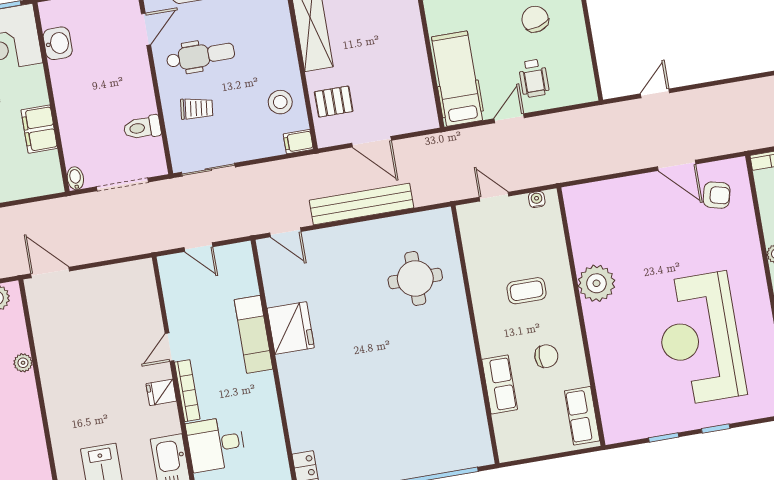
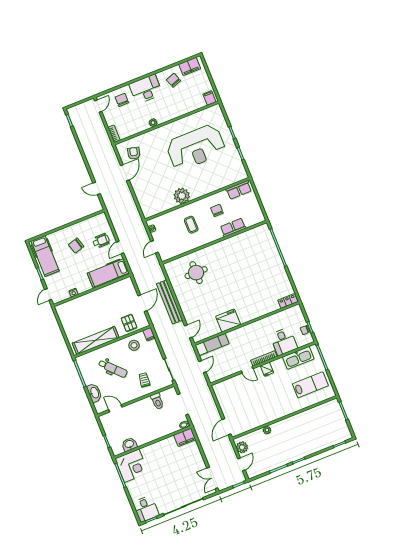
dental chair: (201, 56) -> (113, 369), moved, turned 136
door: (509, 118) -> (120, 247), hinge flipped
filing cabinet: (39, 129) -> (185, 437), moved
exam couch: (253, 334) -> (212, 344), moved

